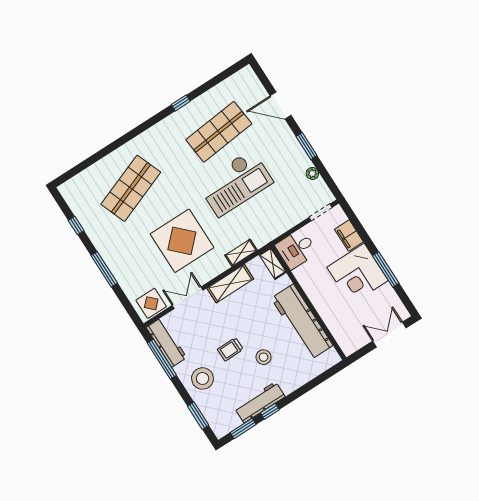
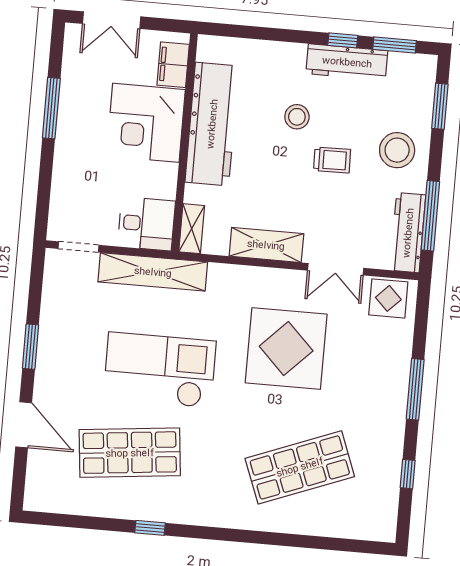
plant: (312, 173) -> (50, 305), removed
filing cabinet: (349, 236) -> (173, 65), moved, turned 180
shelving: (241, 253) -> (153, 272), moved, width x2.20, depth x1.33
corner desk: (357, 274) -> (146, 123), moved, turned 180

